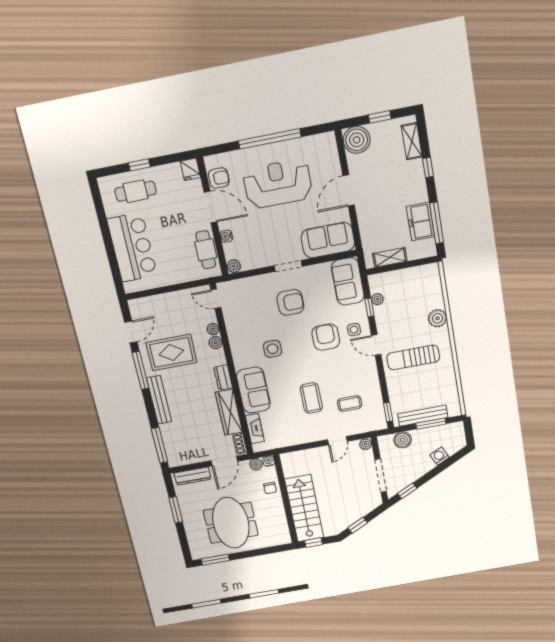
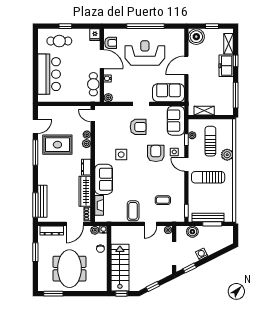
freezer: (420, 222) -> (226, 66), moved
sun lounger: (408, 303) -> (210, 141), added
coffee table: (311, 398) -> (133, 211), moved
bench: (159, 400) -> (42, 201), moved
washing machine: (440, 456) -> (202, 254), moved

